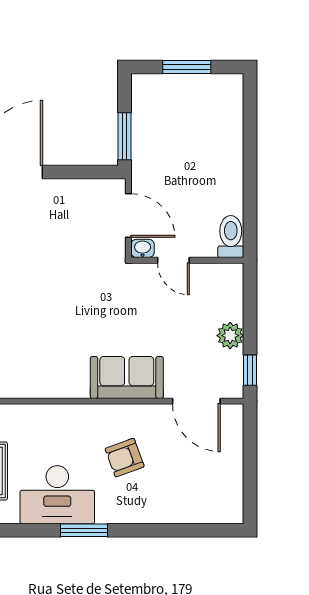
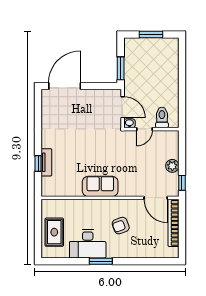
toilet: (231, 237) -> (162, 118), moved
door: (173, 260) -> (144, 129), hinge flipped
sofa: (127, 377) -> (100, 186), moved
bookcase: (233, 452) -> (173, 223), added

